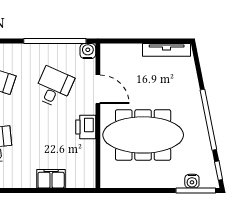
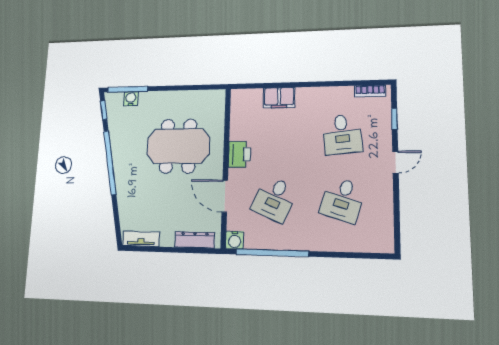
dresser: (124, 50) -> (195, 240), added
tv unit: (167, 50) -> (141, 239), width x0.71
meeting table: (143, 135) -> (178, 146), width x0.73

